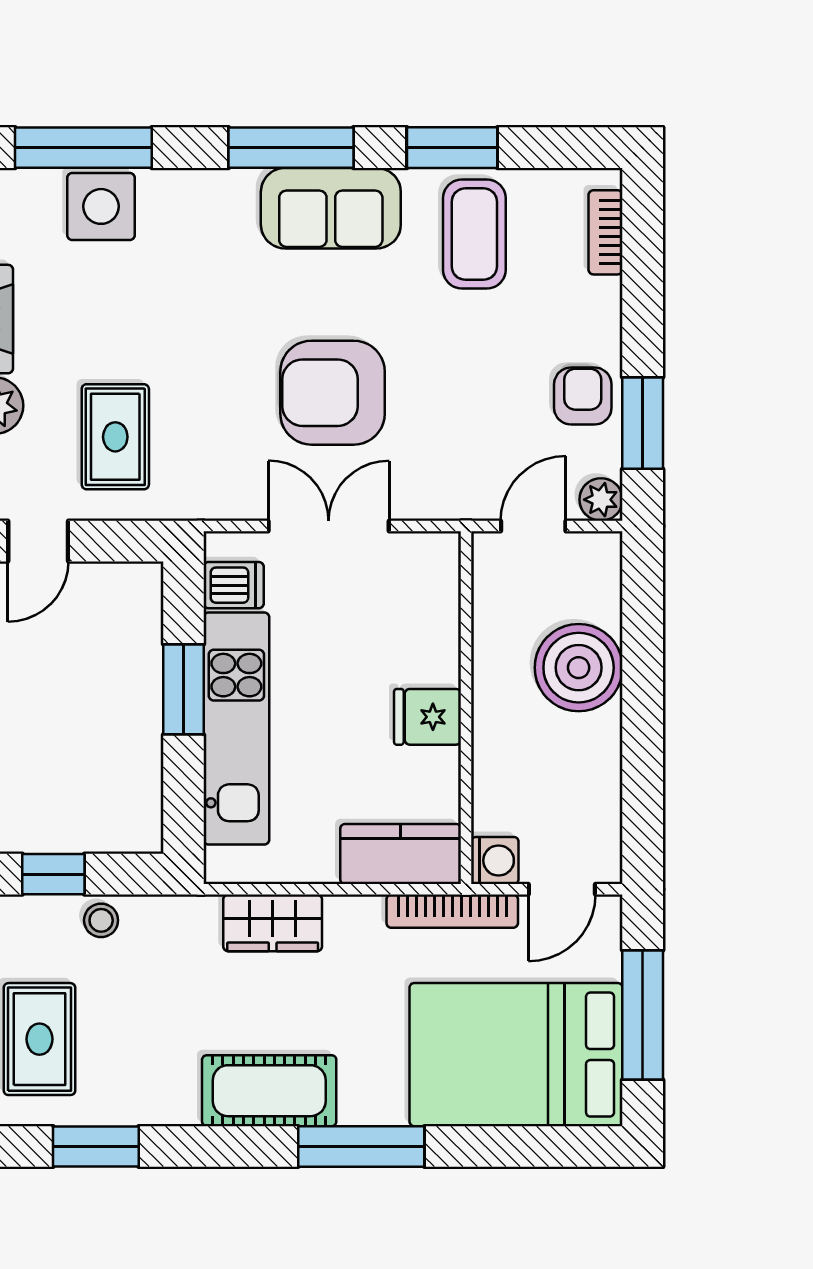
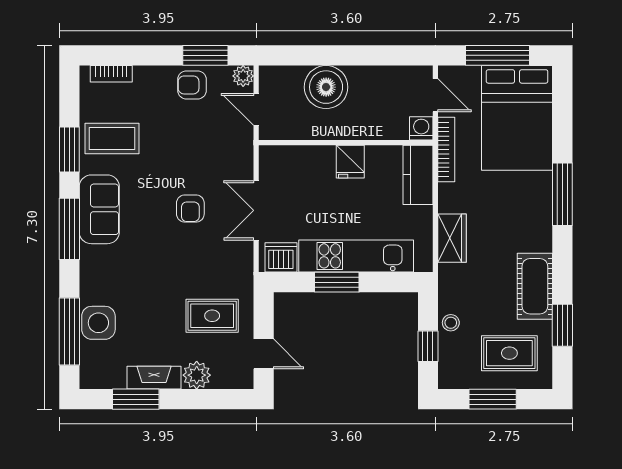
armchair: (333, 393) -> (190, 208), width x0.53, depth x0.53
dishwasher: (234, 585) -> (281, 257), width x1.38
cot: (269, 1091) -> (535, 286), moved

